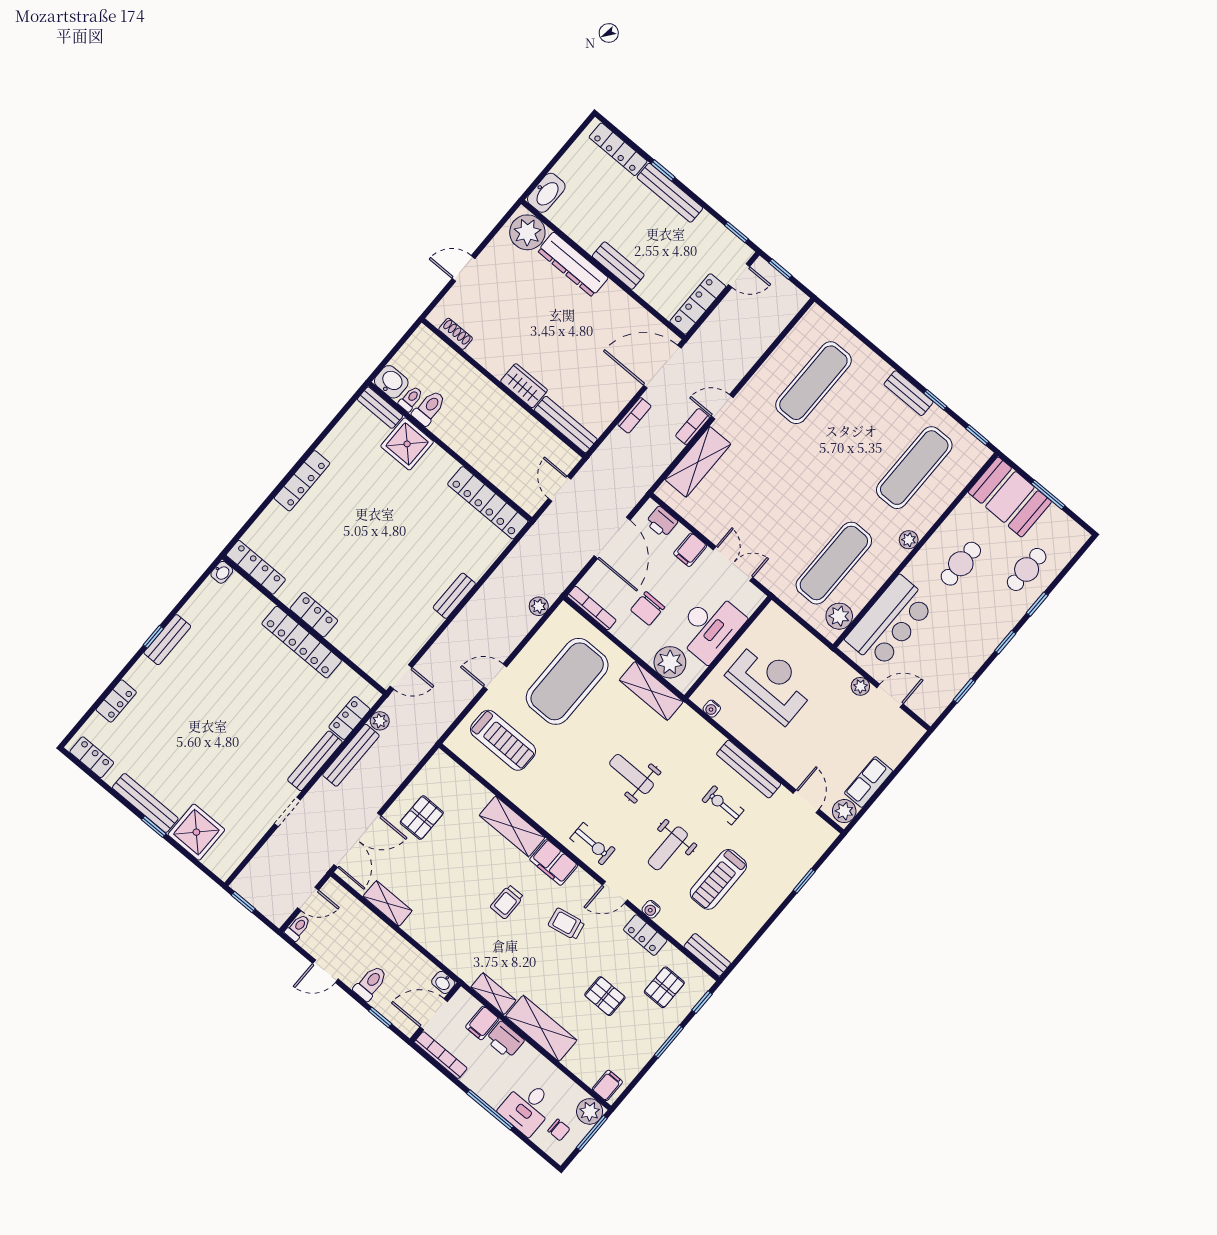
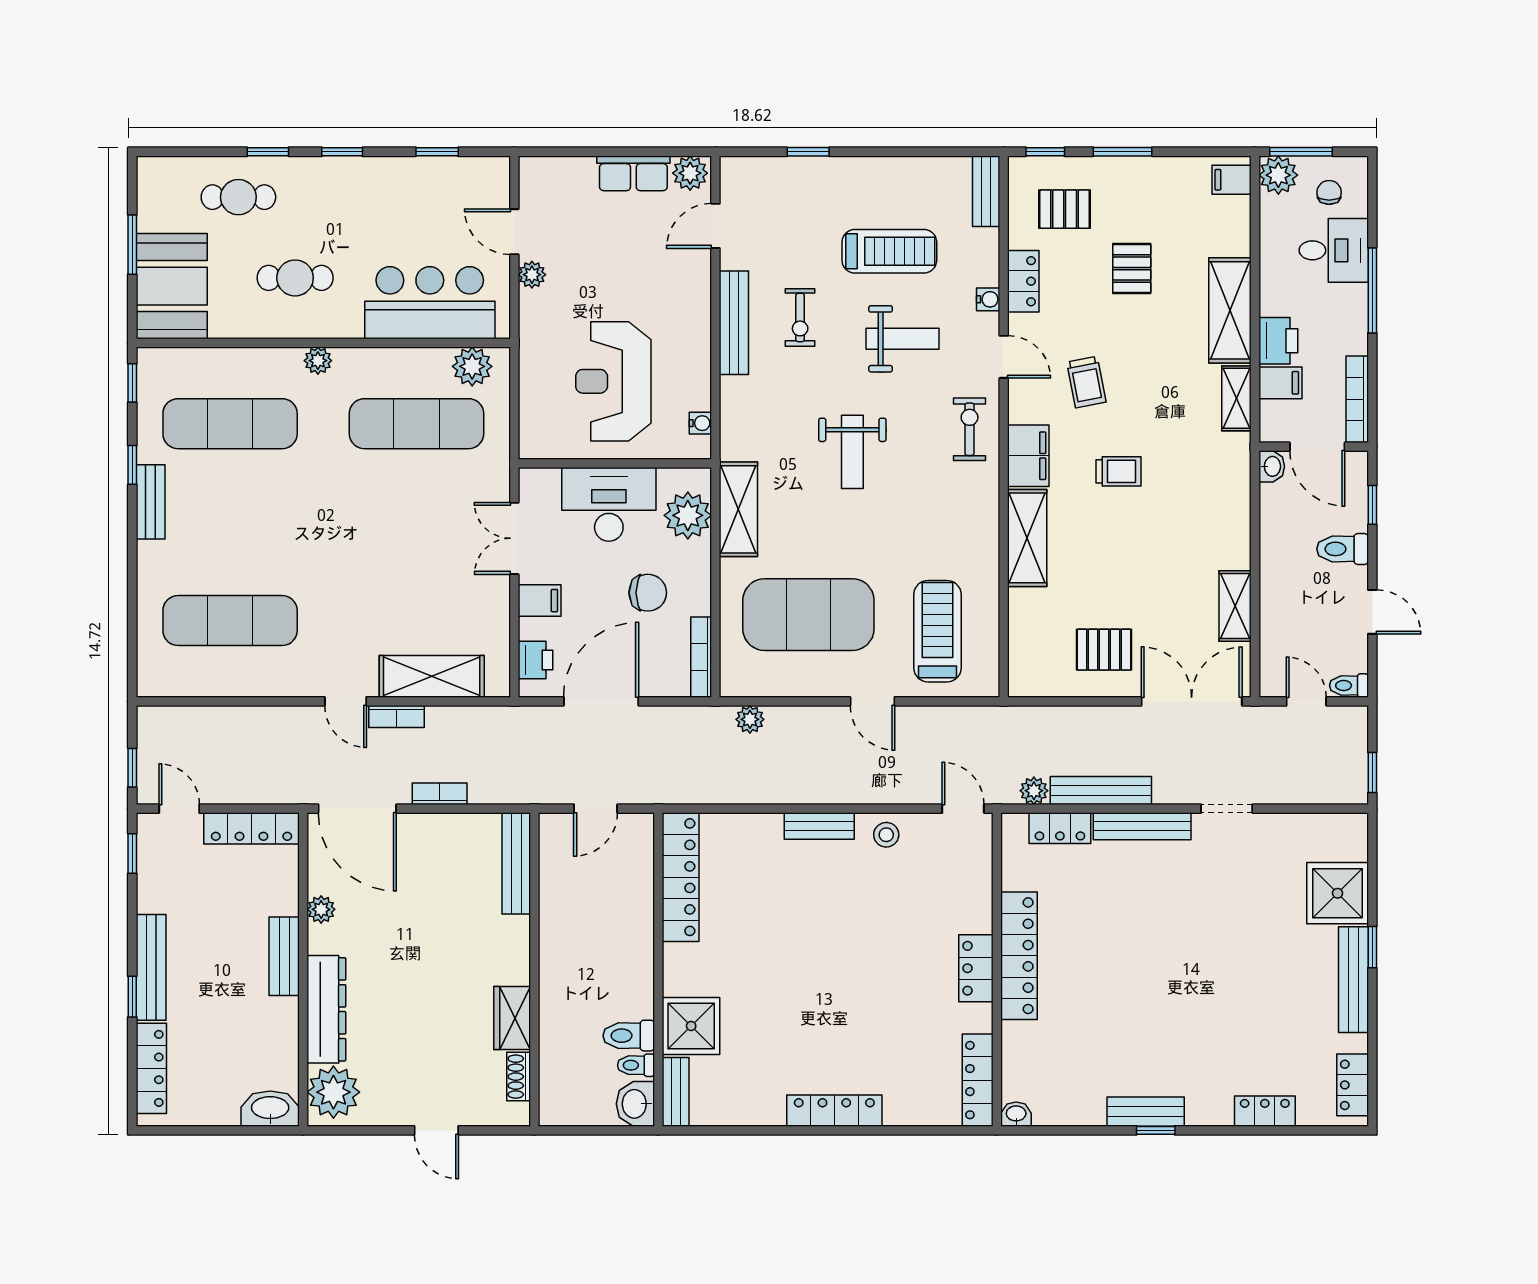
plant: (626, 305) -> (321, 909), added
wardrobe: (524, 386) -> (512, 1018), moved
stool: (421, 626) -> (886, 835), added

